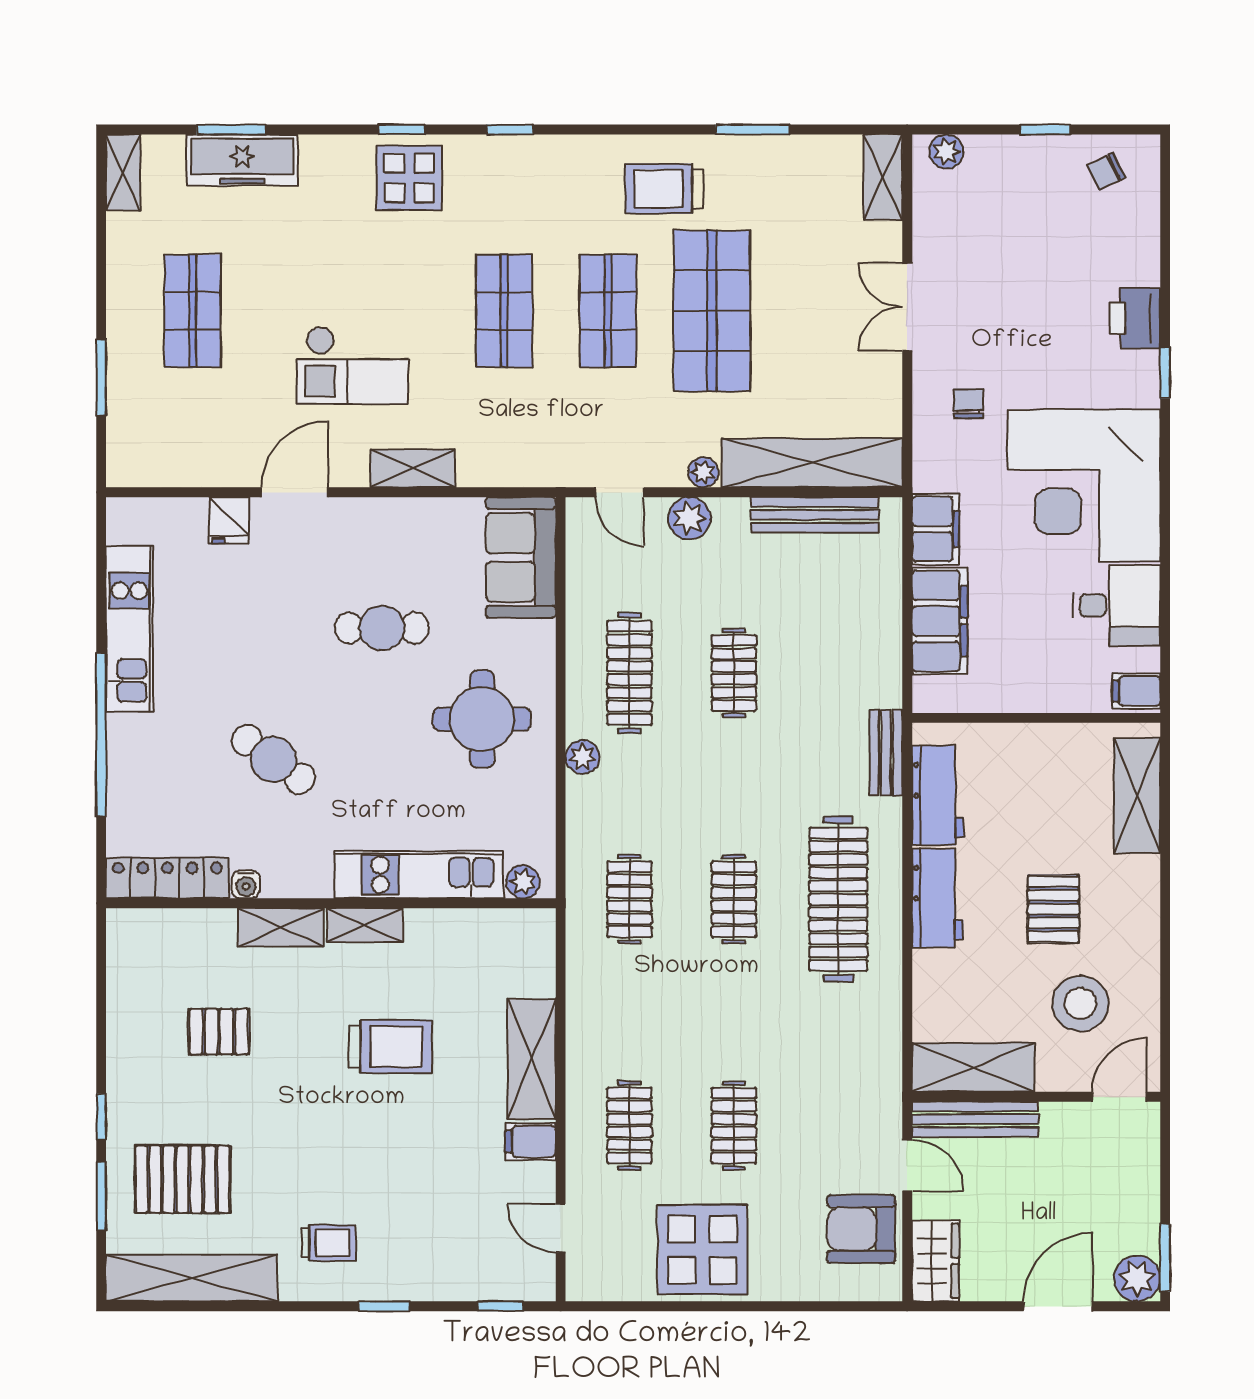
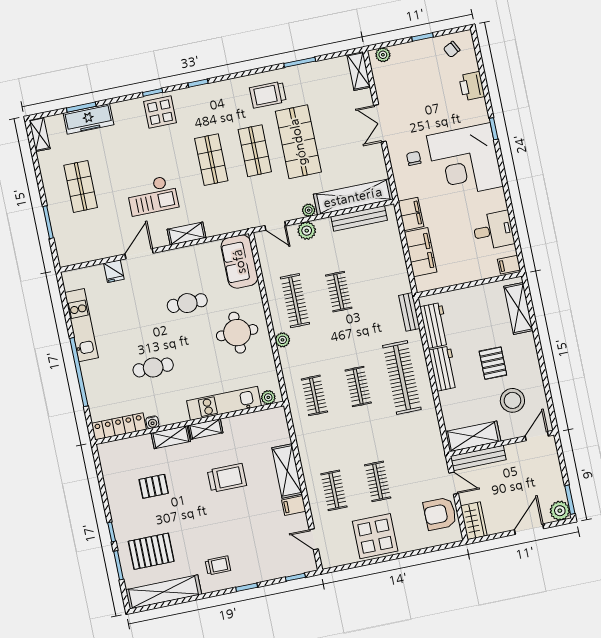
printer: (1135, 318) -> (472, 86), moved
corner desk: (1084, 485) -> (465, 161), moved
cafe table: (273, 759) -> (153, 368), turned -36

